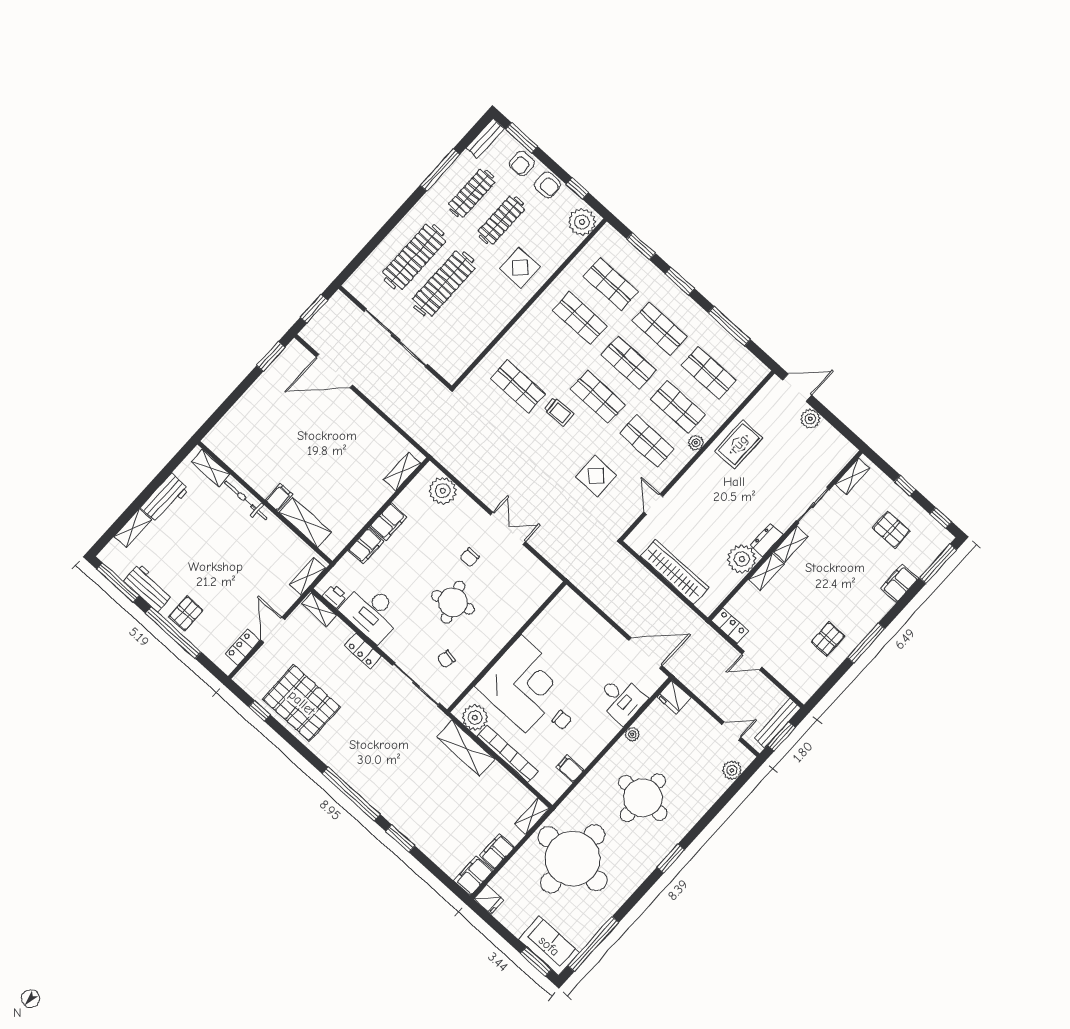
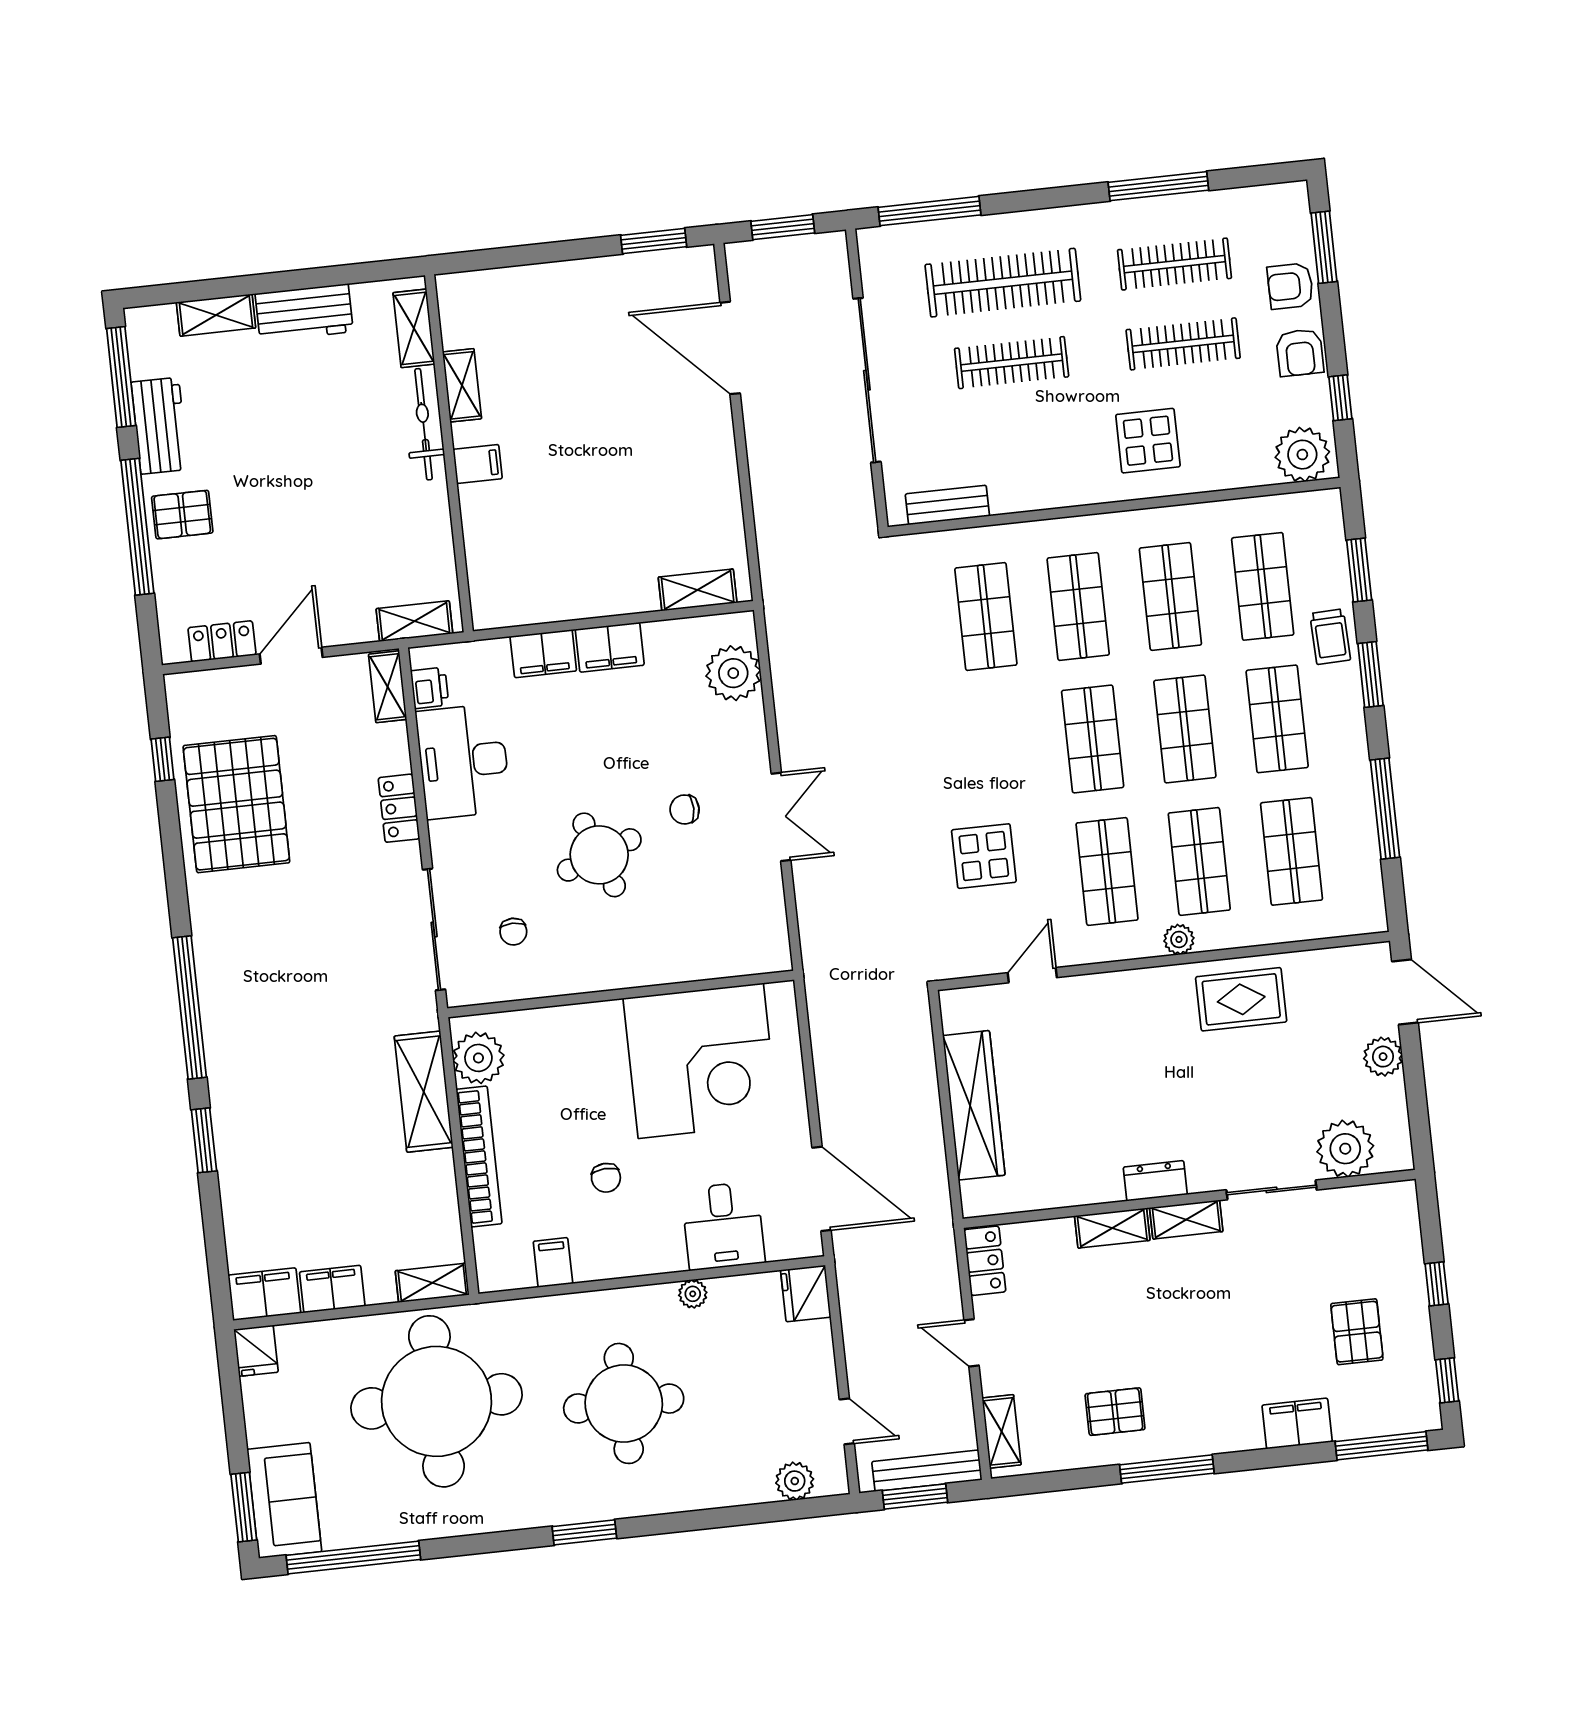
bench: (485, 138) -> (947, 505), moved
window: (363, 254) -> (929, 211), added
clothes rail: (444, 284) -> (1012, 363), width x0.73, depth x0.76
shop shelf: (549, 352) -> (1078, 606), added
trolley: (559, 412) -> (1330, 637), moved
shelving: (853, 476) -> (1002, 1431), moved, turned 90
shelving: (305, 522) -> (462, 385), moved, width x0.67, depth x0.75
plant: (742, 559) -> (1345, 1149), moved
chair: (446, 659) -> (513, 932), turned -104
corner desk: (523, 684) -> (701, 1061), moved

